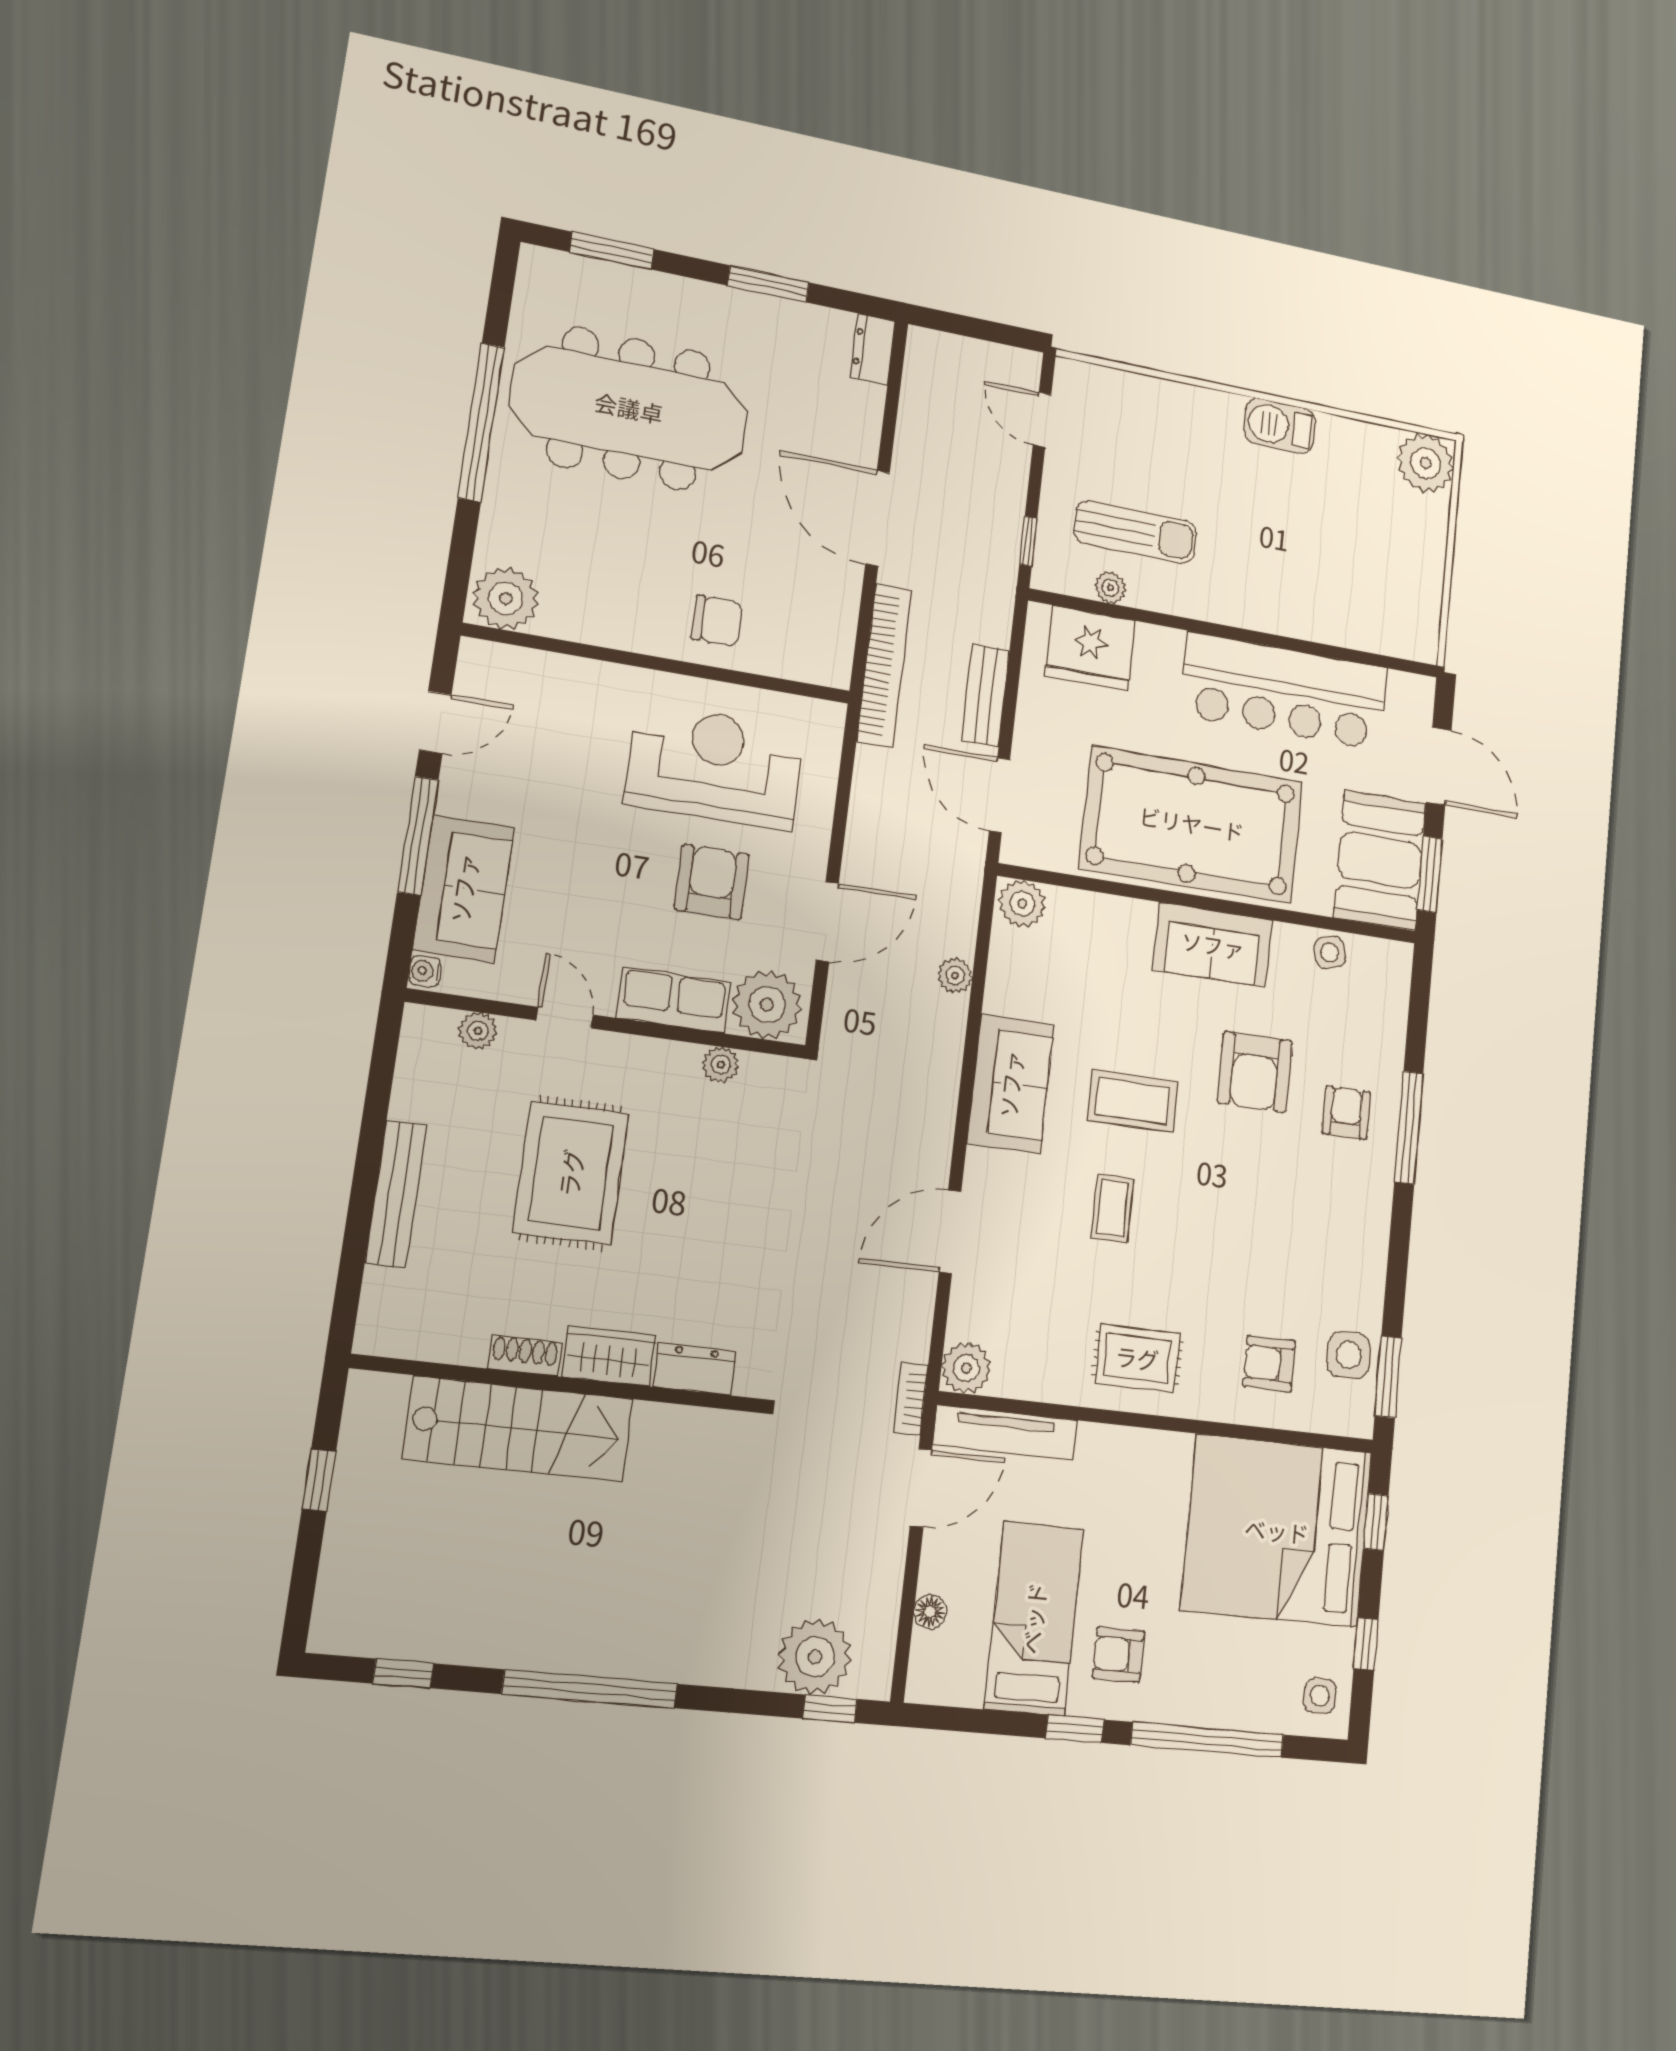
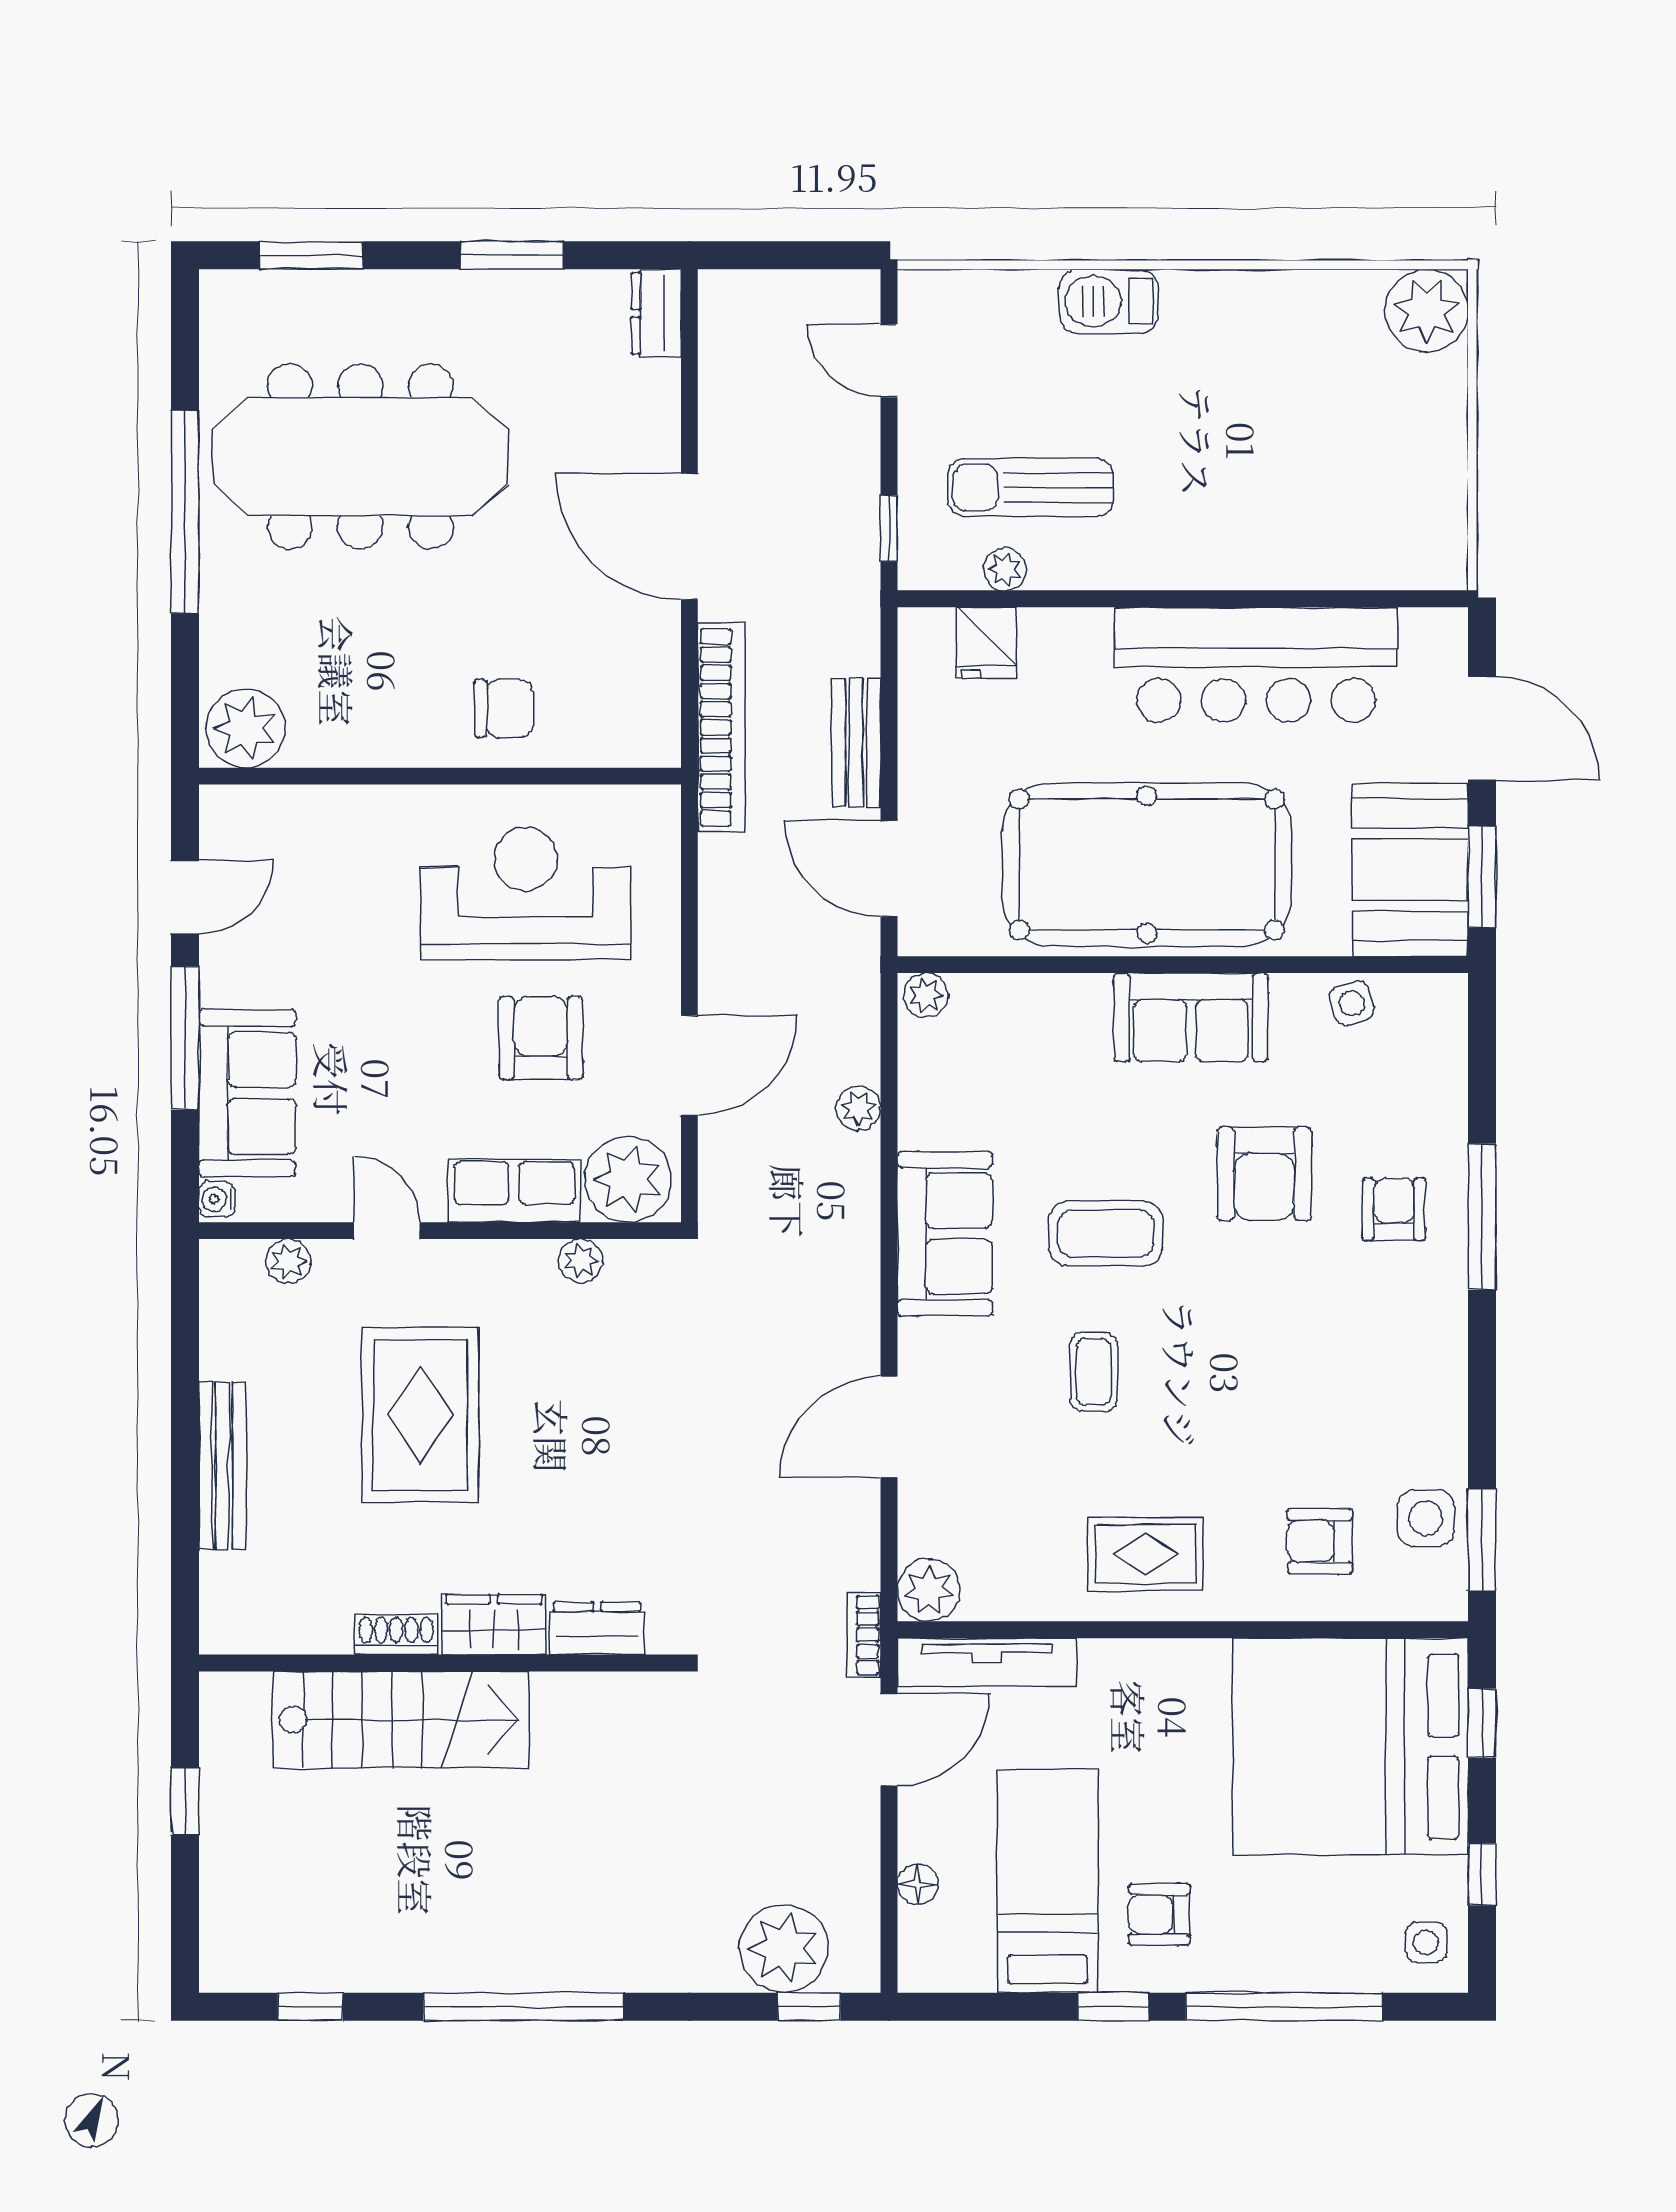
barbecue: (1280, 426) -> (1109, 301), moved
sun lounger: (1136, 532) -> (1031, 488), turned 180
fridge: (1090, 648) -> (987, 643), width x0.53, depth x0.75
plant: (1022, 904) -> (926, 995), width x0.73, depth x0.73

